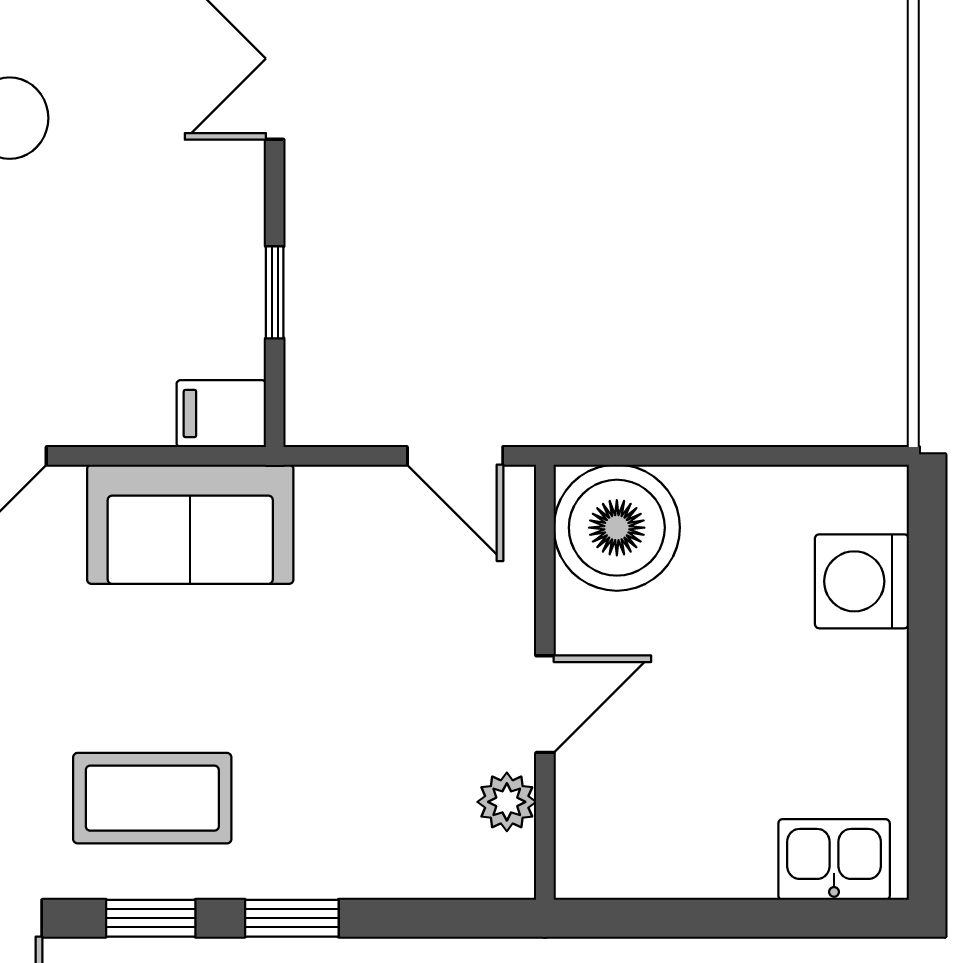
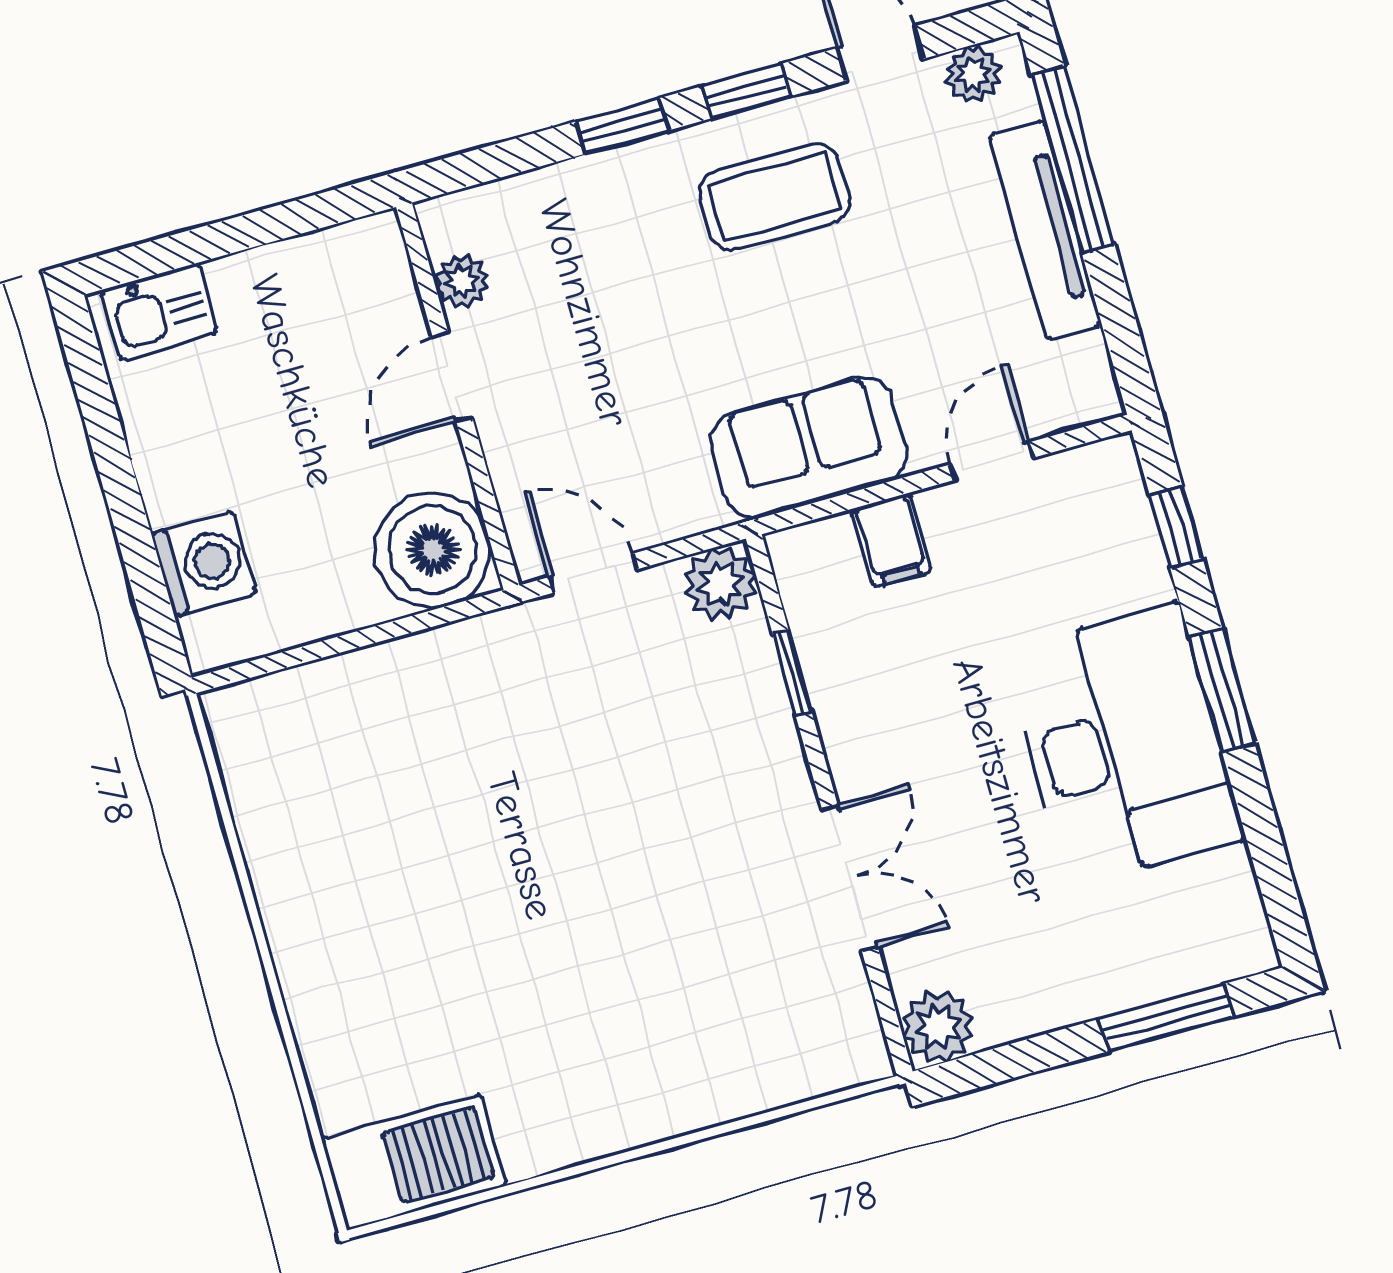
plant: (324, 407) -> (721, 584), added
filing cabinet: (221, 414) -> (891, 540), moved, turned 90

